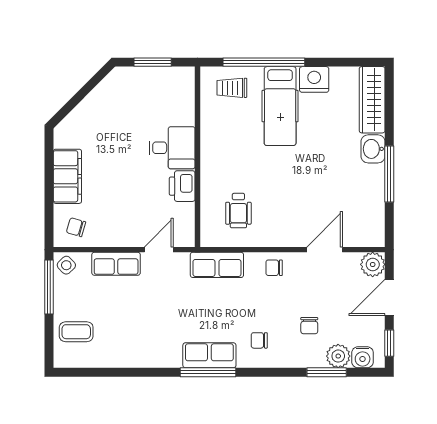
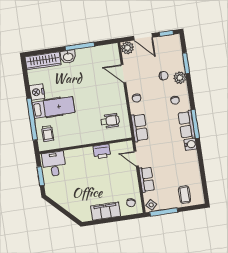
desk: (172, 148) -> (54, 164), moved
plant: (338, 356) -> (180, 78), moved
water cooler: (363, 357) -> (190, 144), moved

